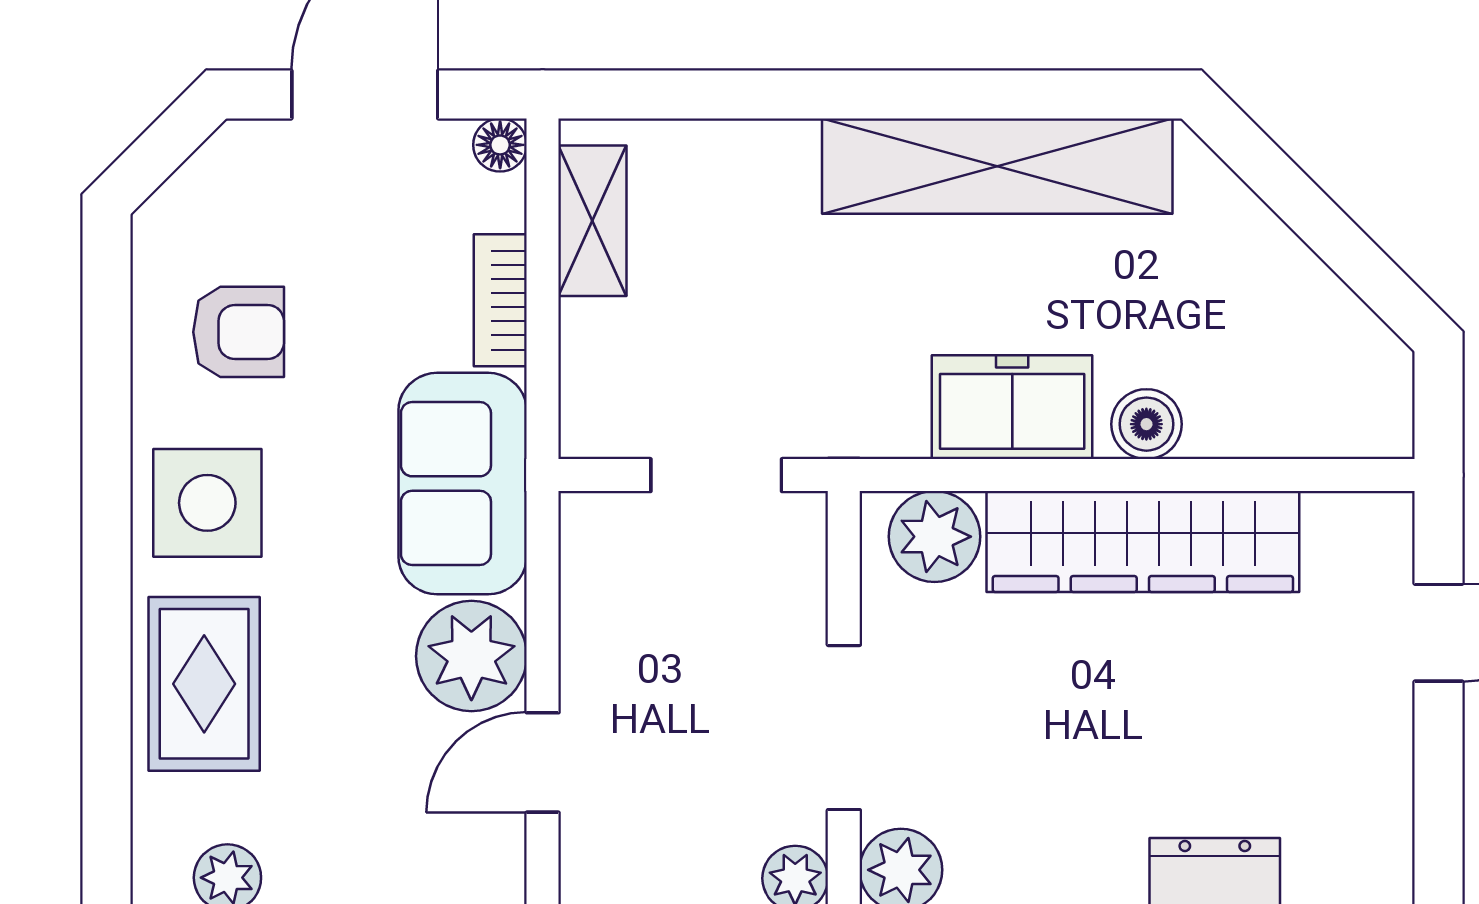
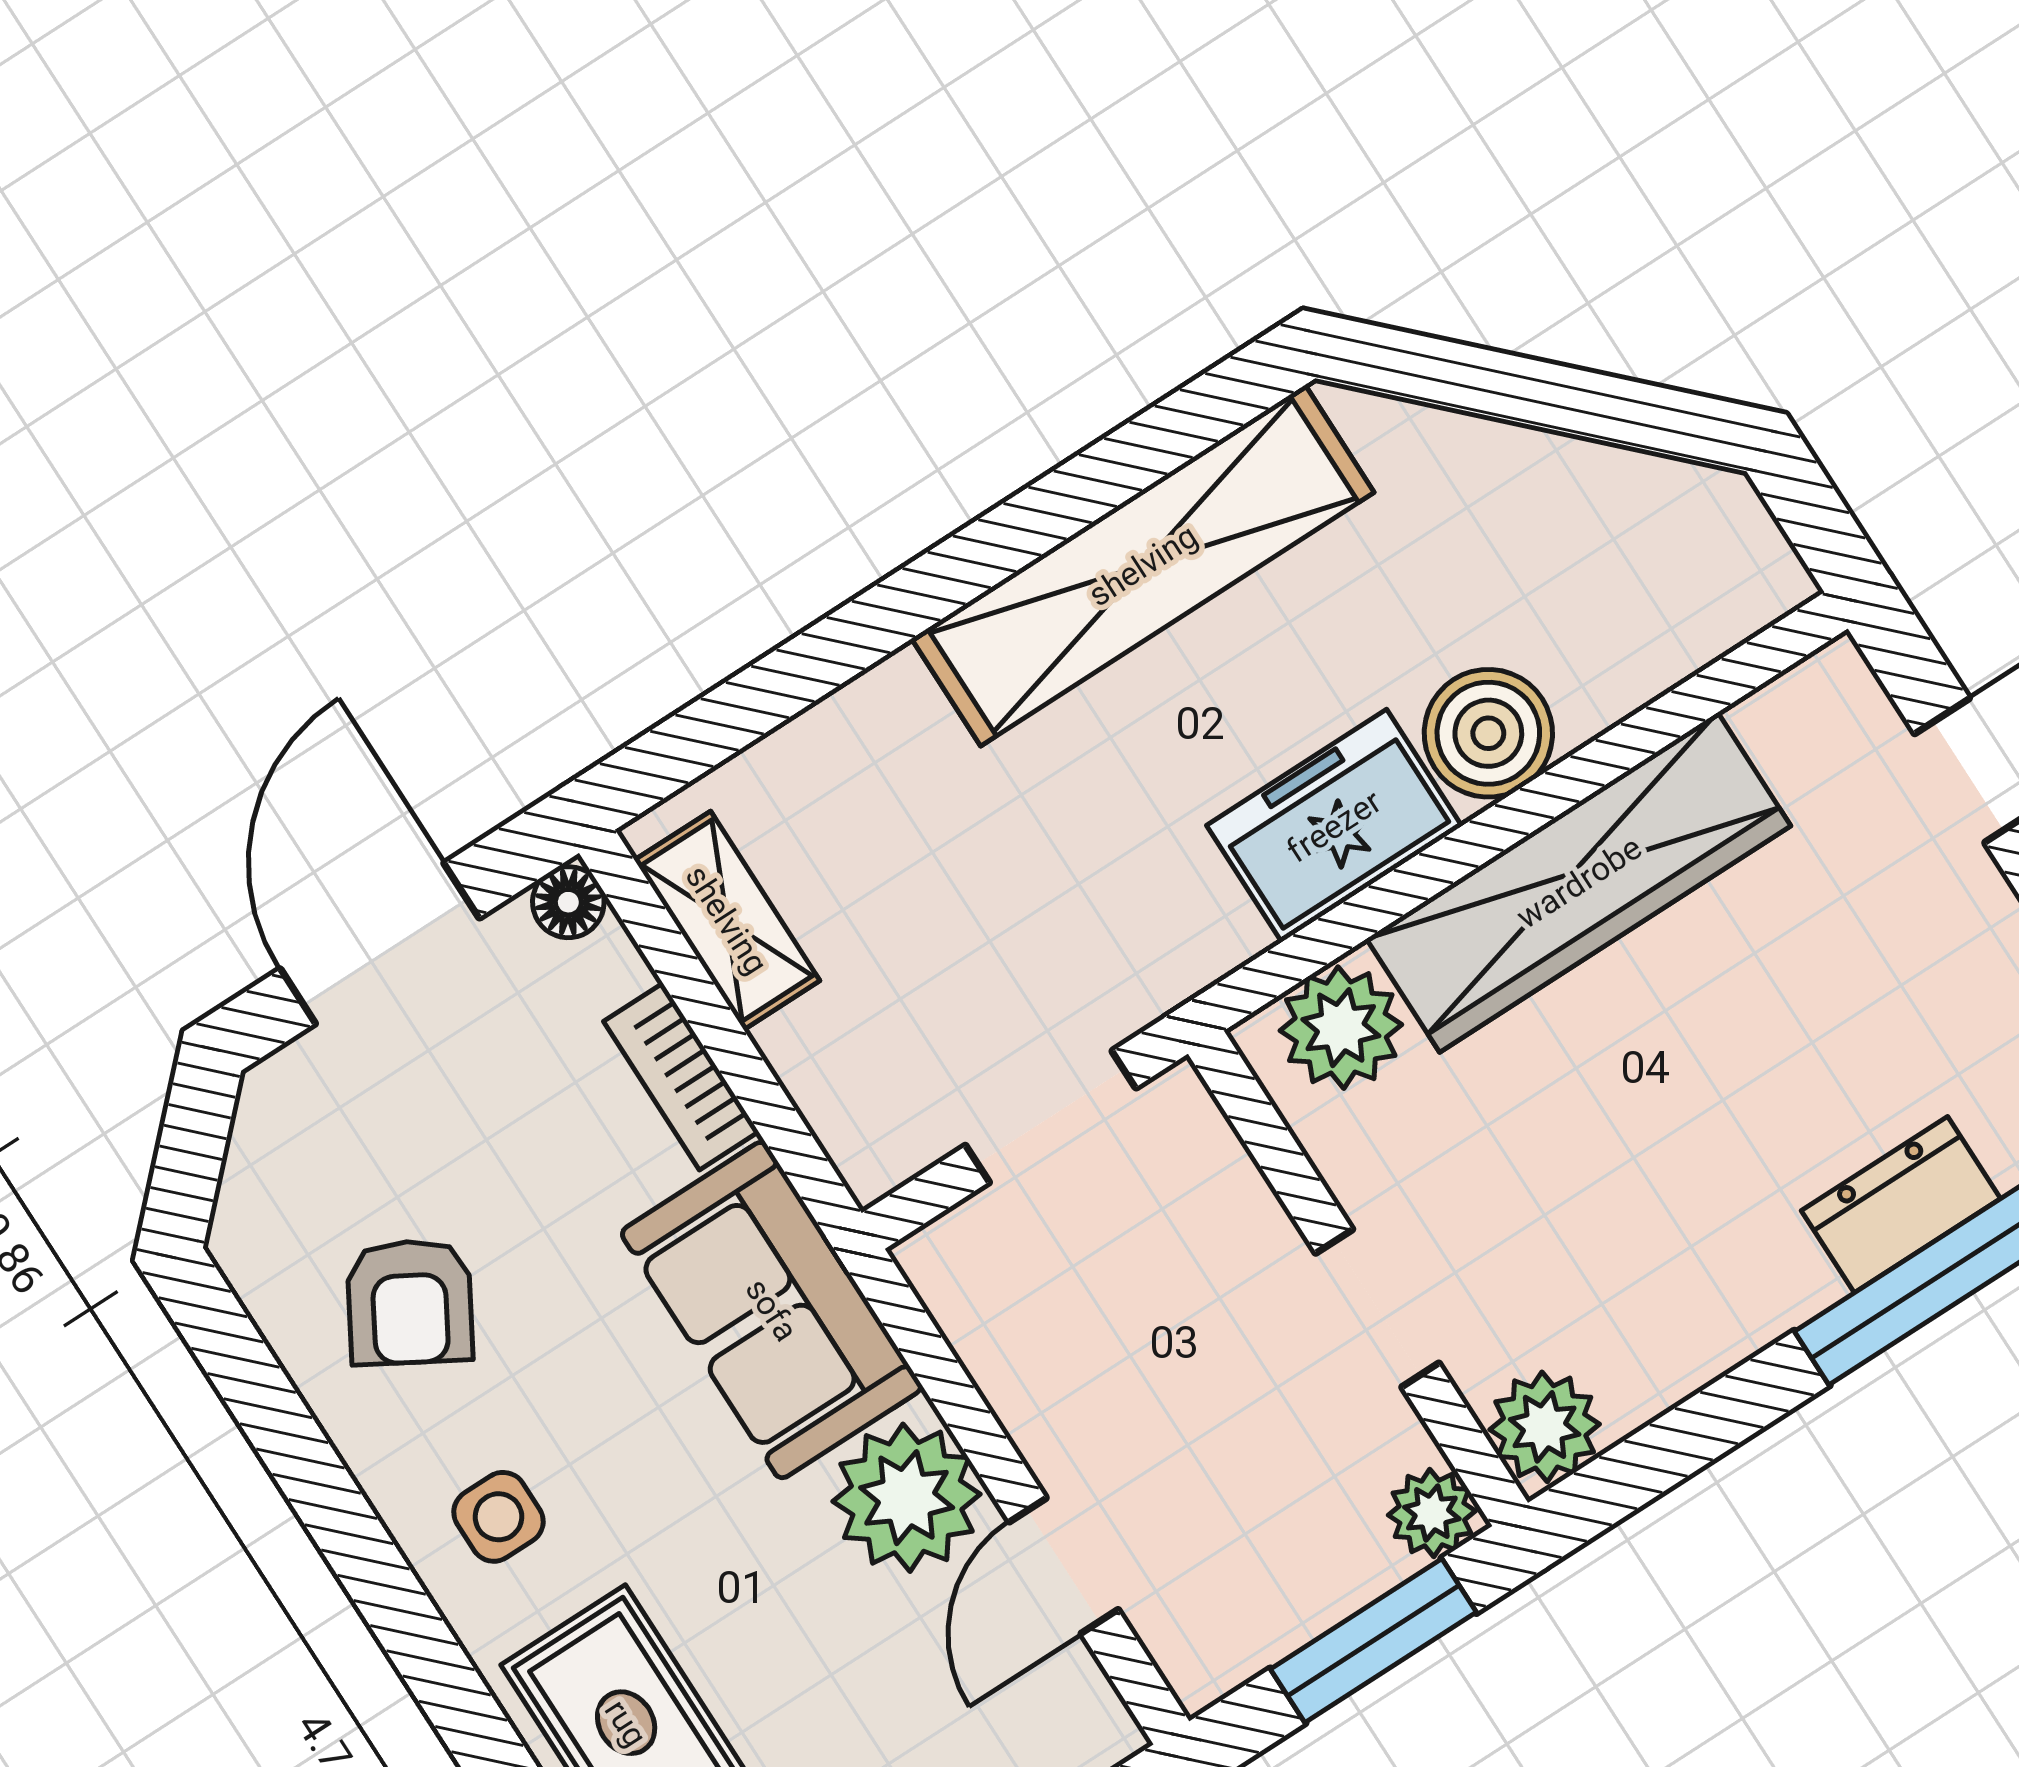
armchair: (239, 332) -> (410, 1302), turned 120
boiler: (1146, 424) -> (1488, 733), width x1.36, depth x1.36
side table: (207, 503) -> (498, 1517), width x0.54, depth x0.54
doorway: (844, 728) -> (1377, 1308), width x0.73

